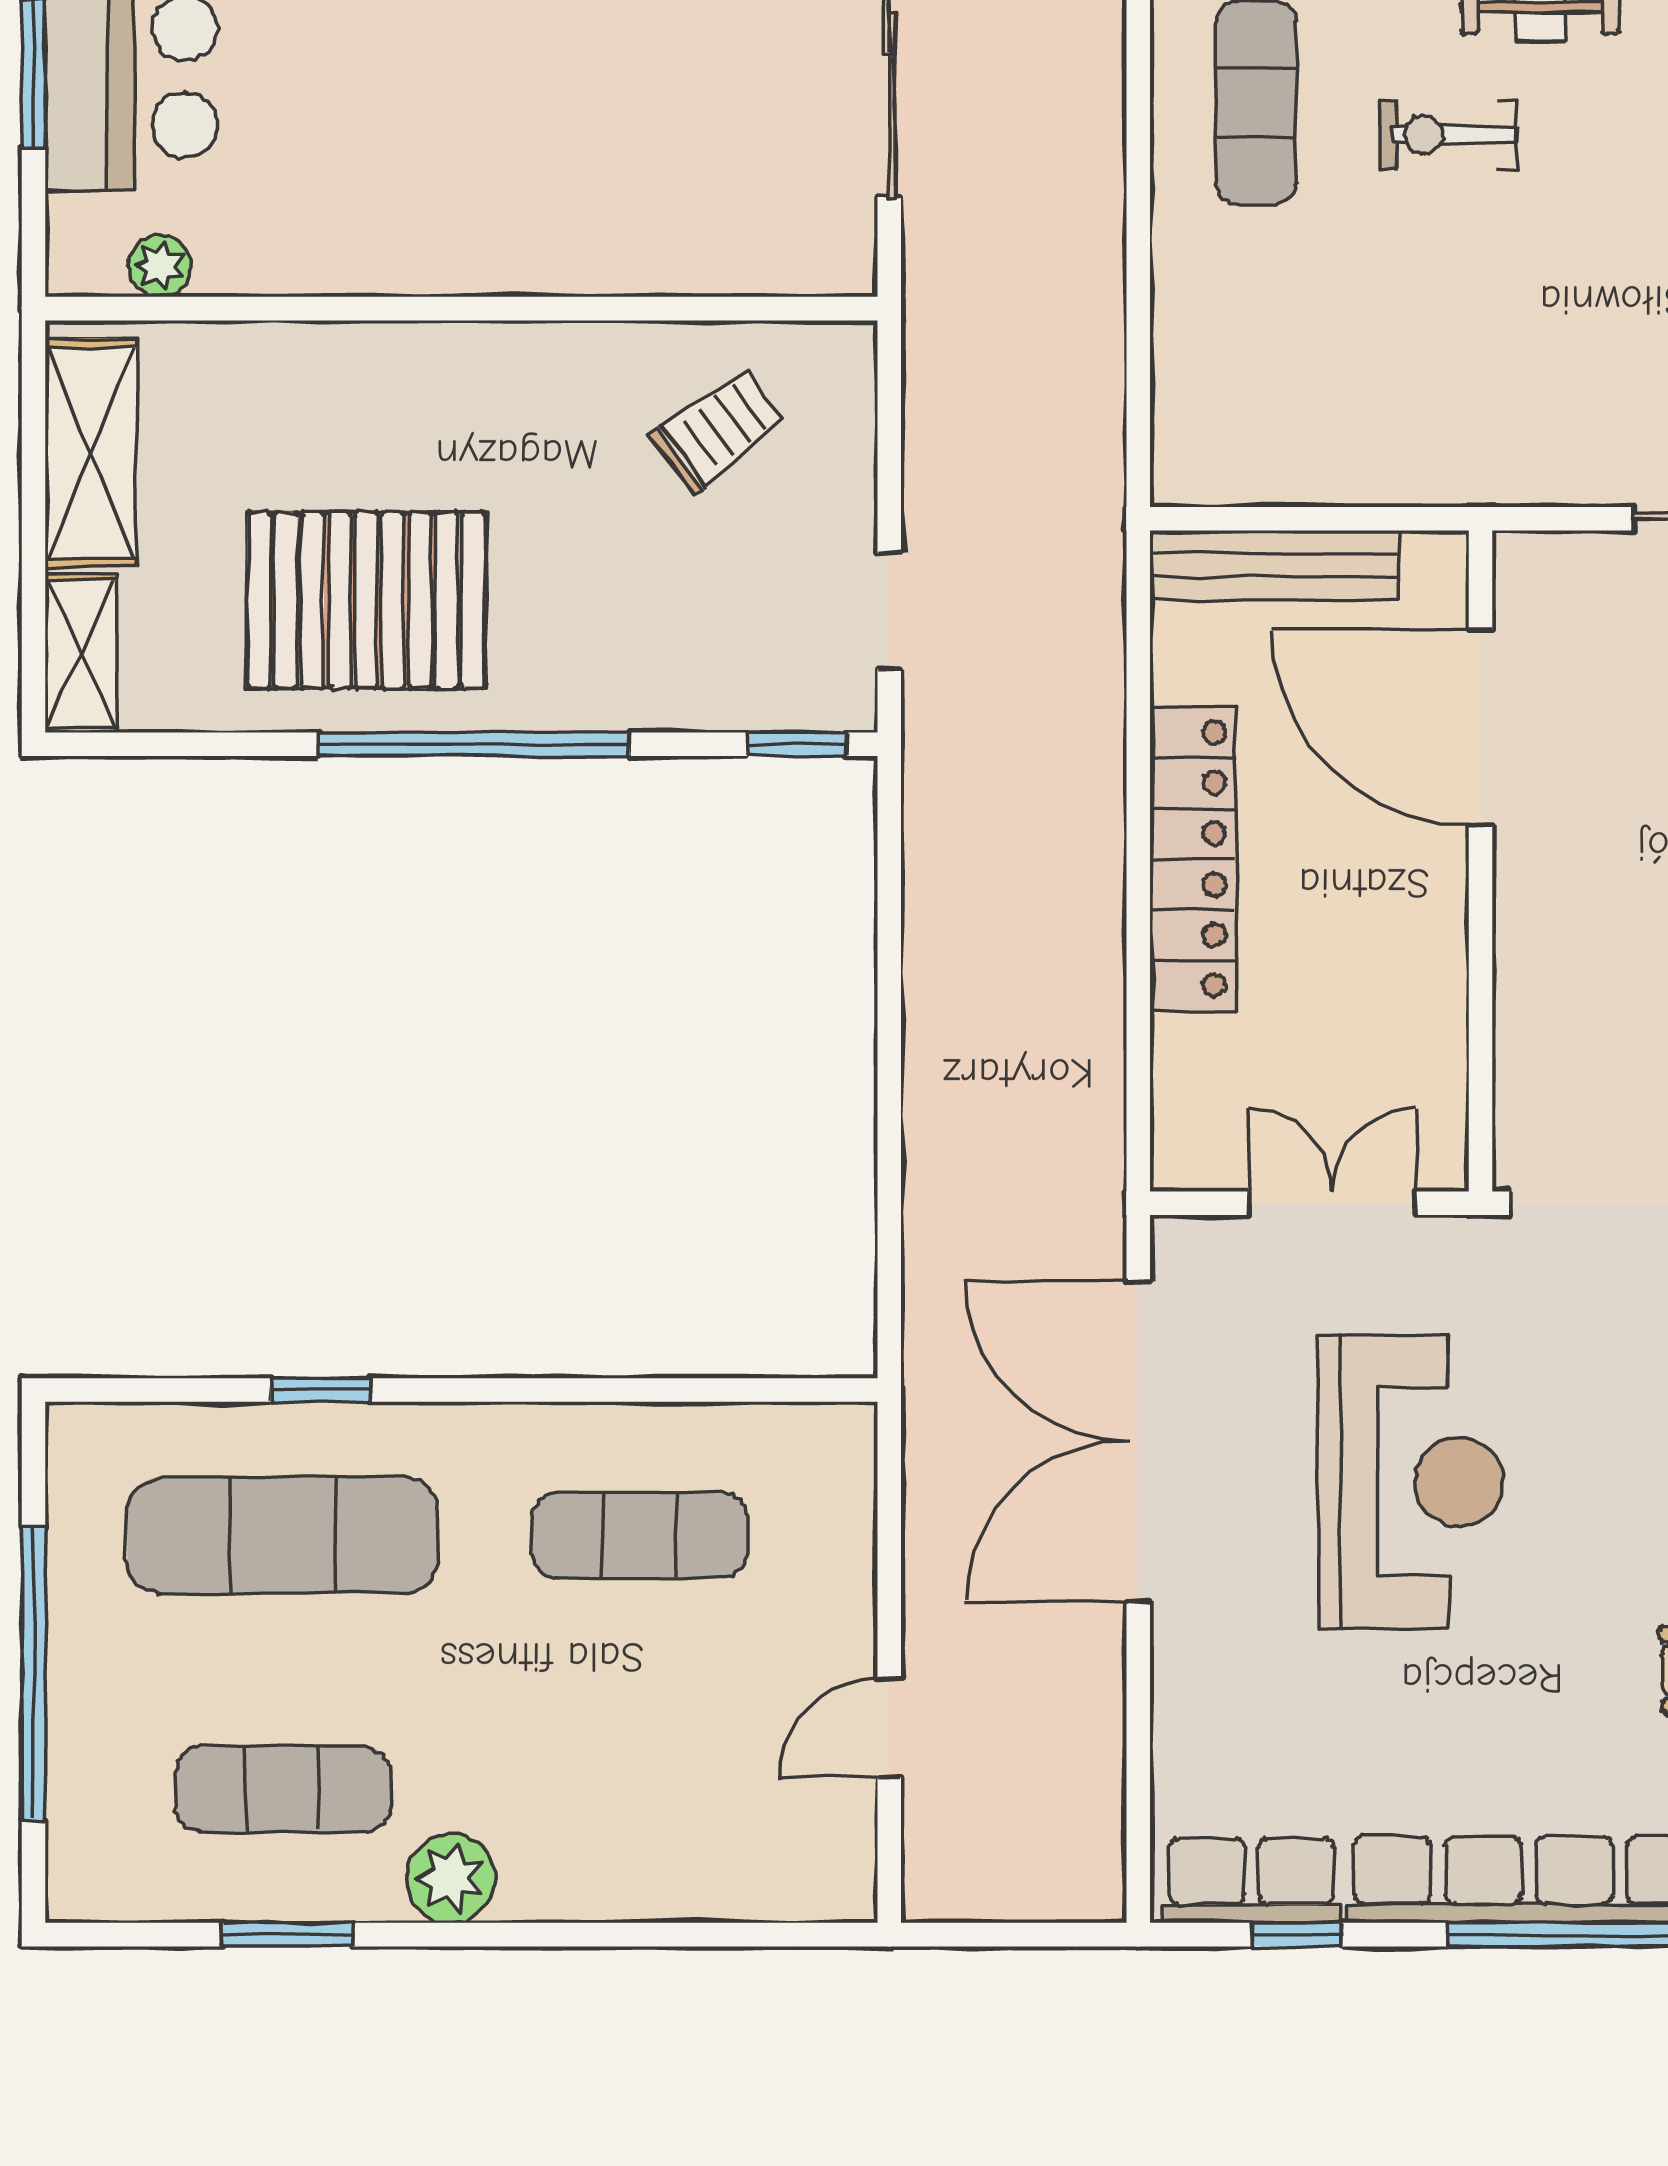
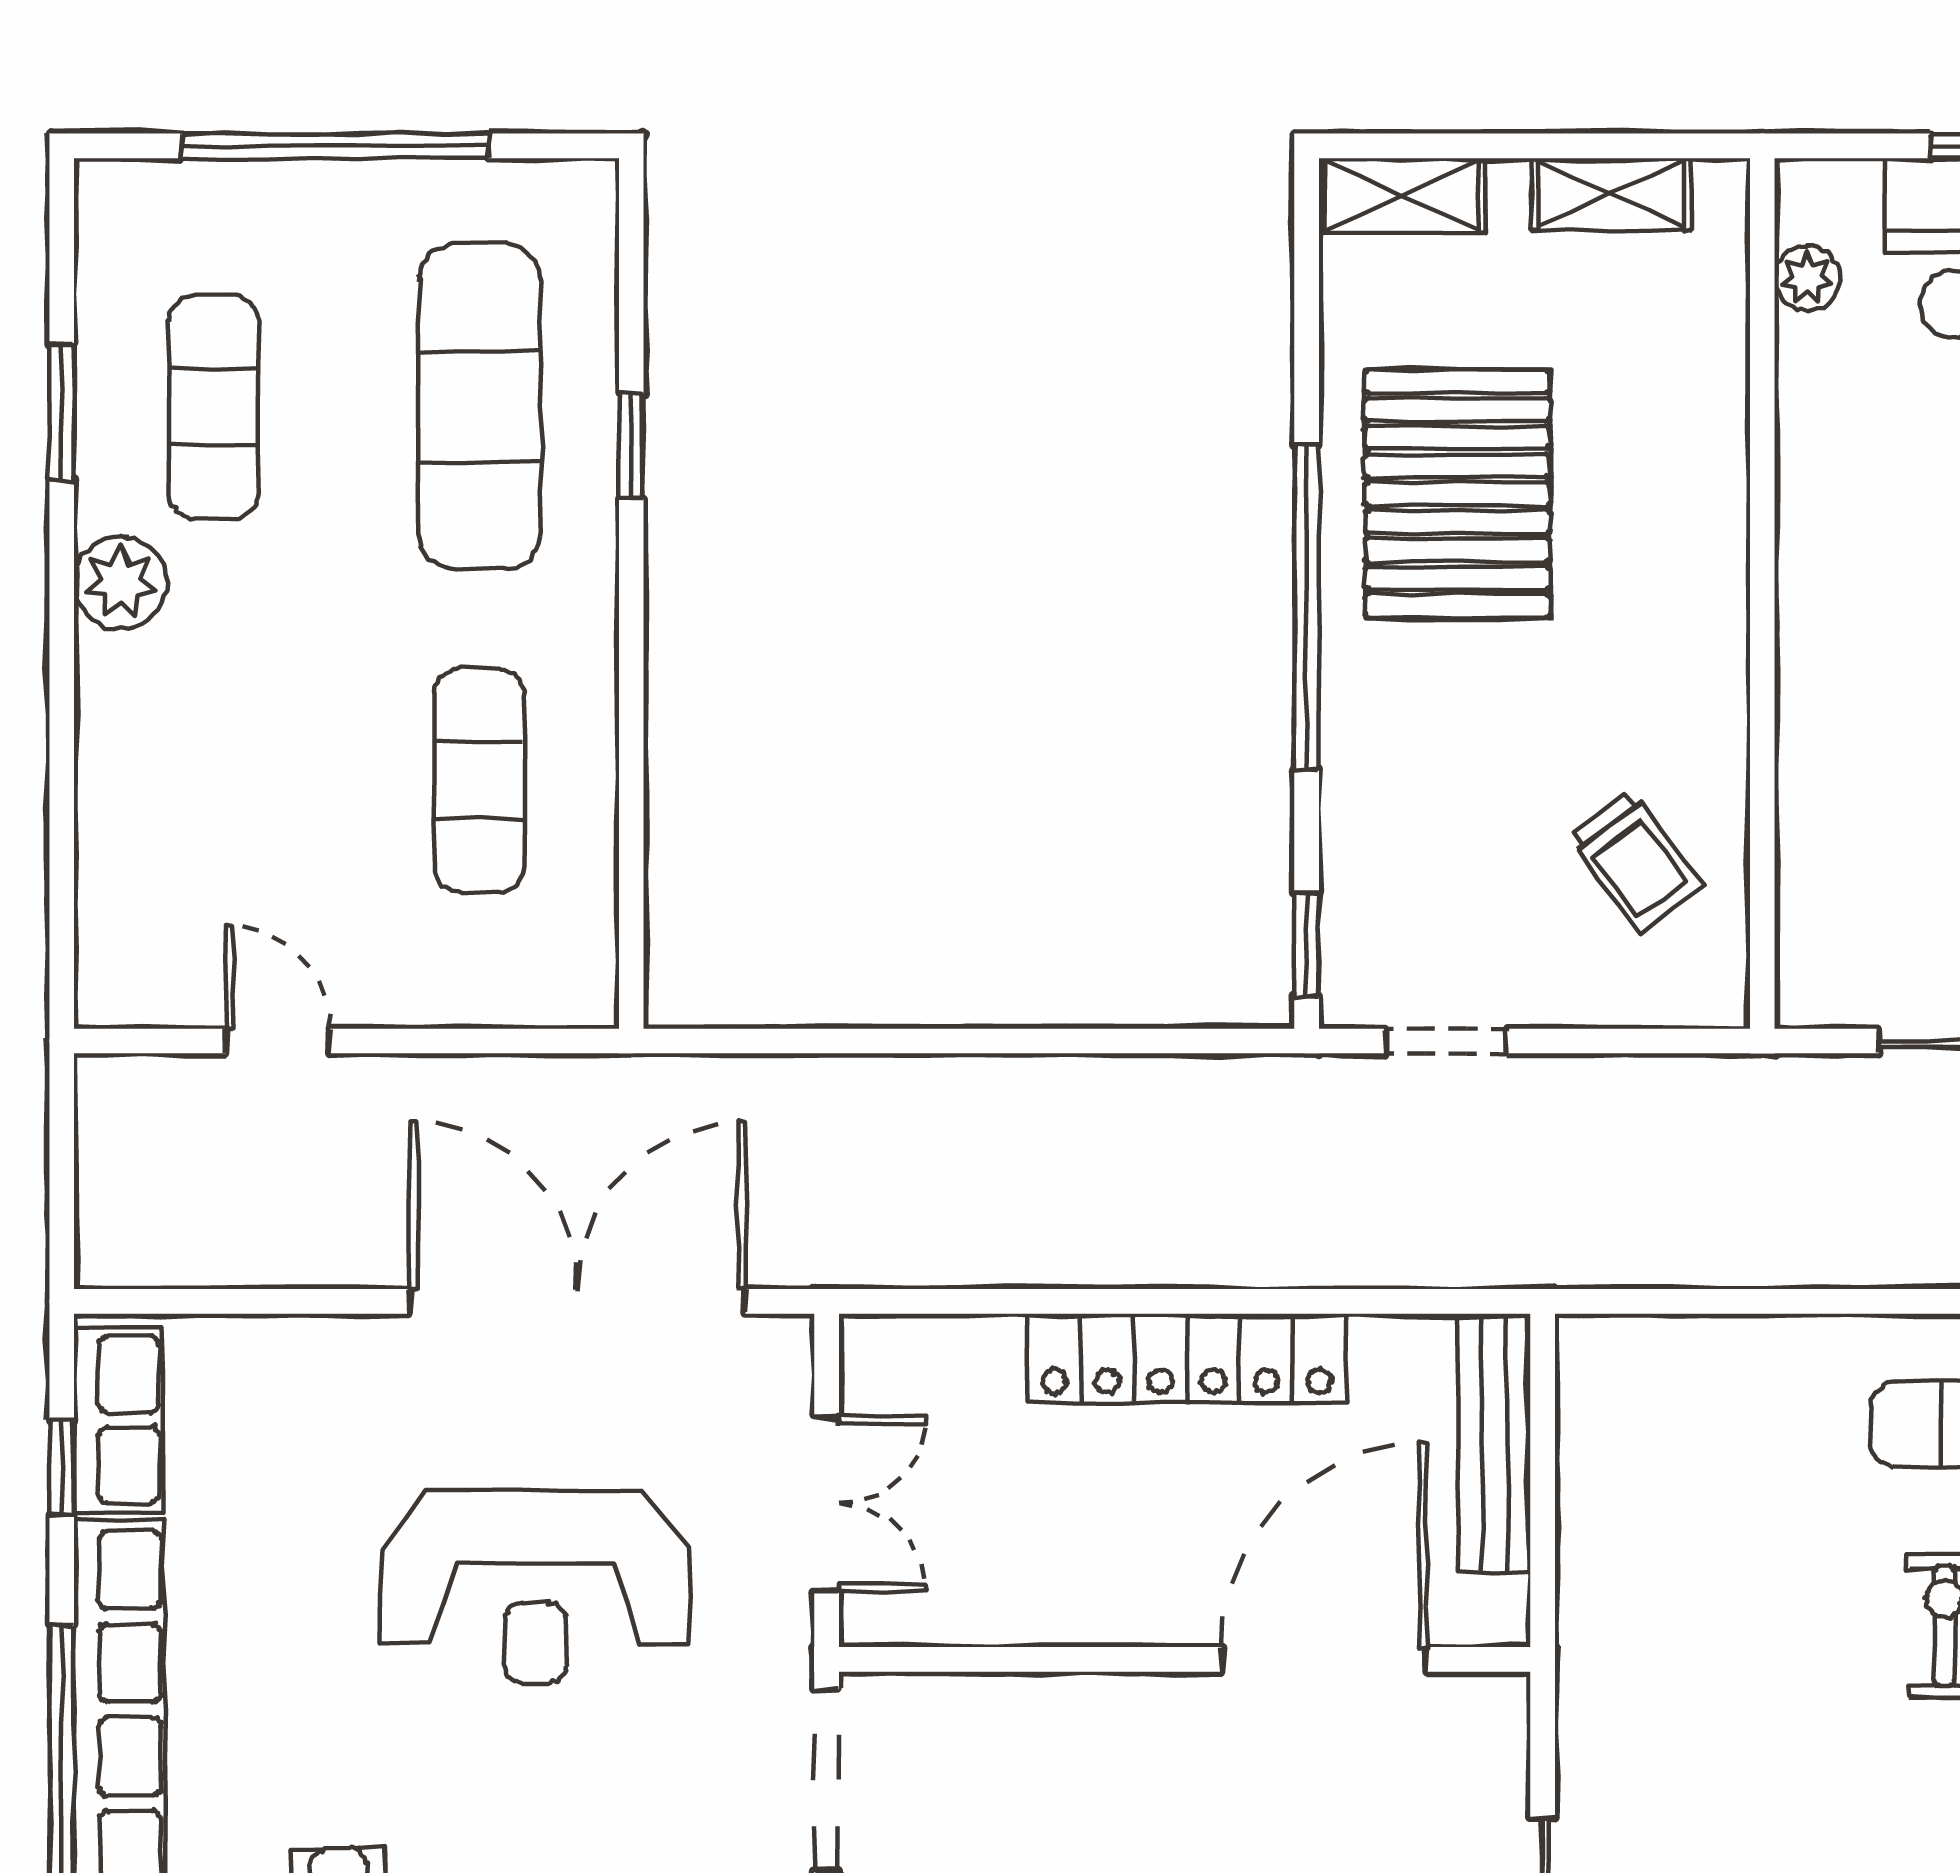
shelving: (91, 453) -> (1611, 194), width x0.67, depth x0.75

